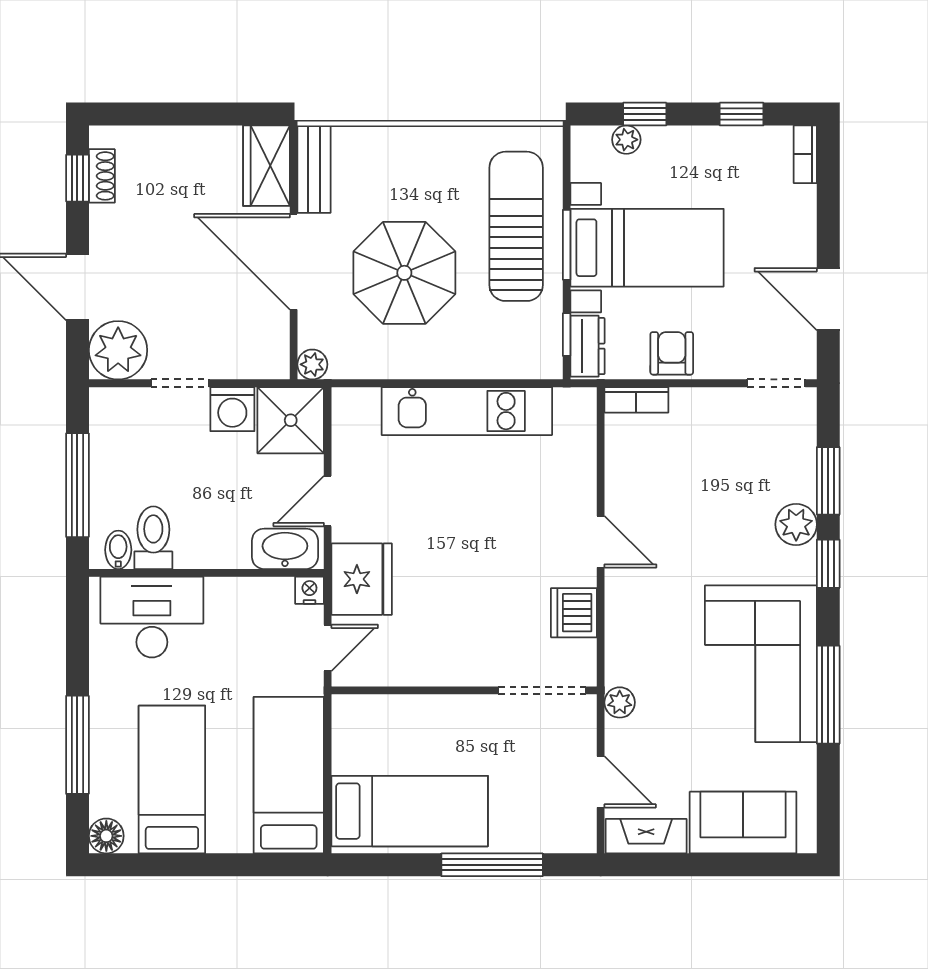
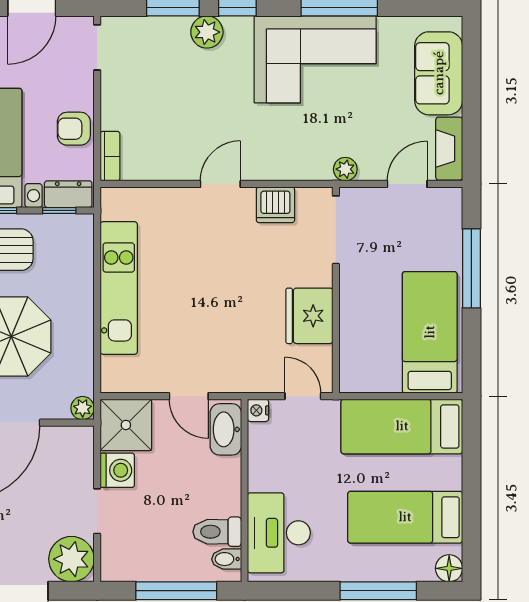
fridge: (362, 579) -> (309, 316), moved, turned -90

